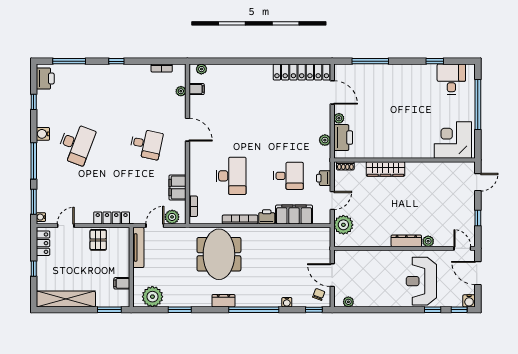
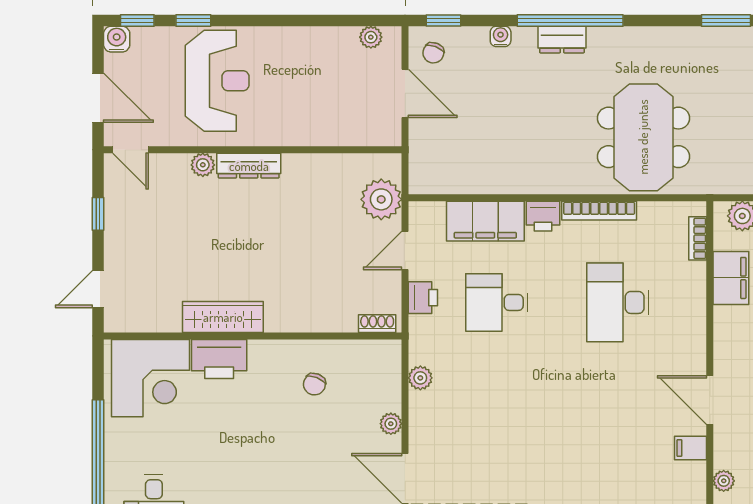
filing cabinet: (197, 89) -> (691, 448), moved
chair: (375, 137) -> (314, 384), added
printer: (343, 138) -> (219, 359), moved, turned -90
wardrobe: (386, 169) -> (223, 317), moved
dresser: (223, 301) -> (562, 40), moved

